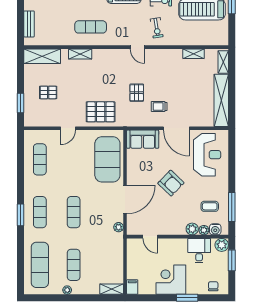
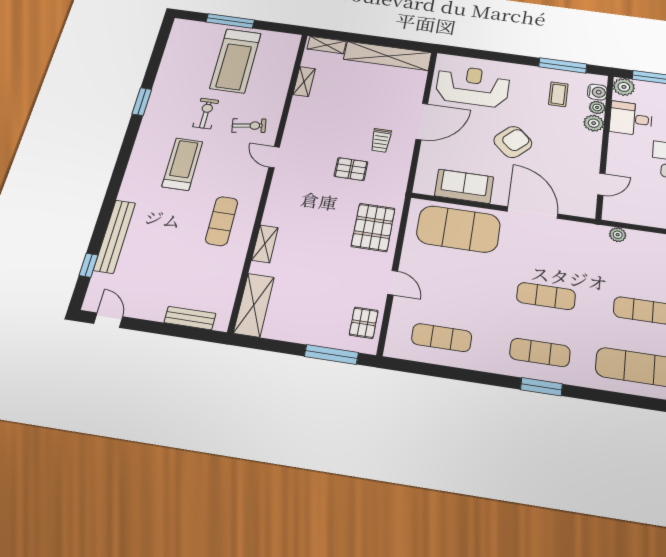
door: (137, 47) -> (274, 157), swing flipped
pallet: (48, 92) -> (364, 323), moved
window: (21, 103) -> (331, 354), width x1.44
sofa: (143, 139) -> (464, 186), moved, turned -90
plant: (119, 227) -> (618, 235), moved

